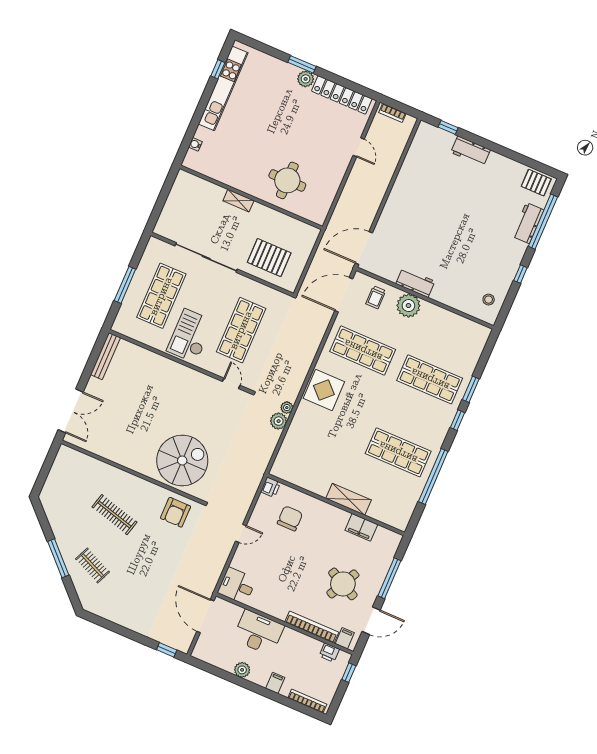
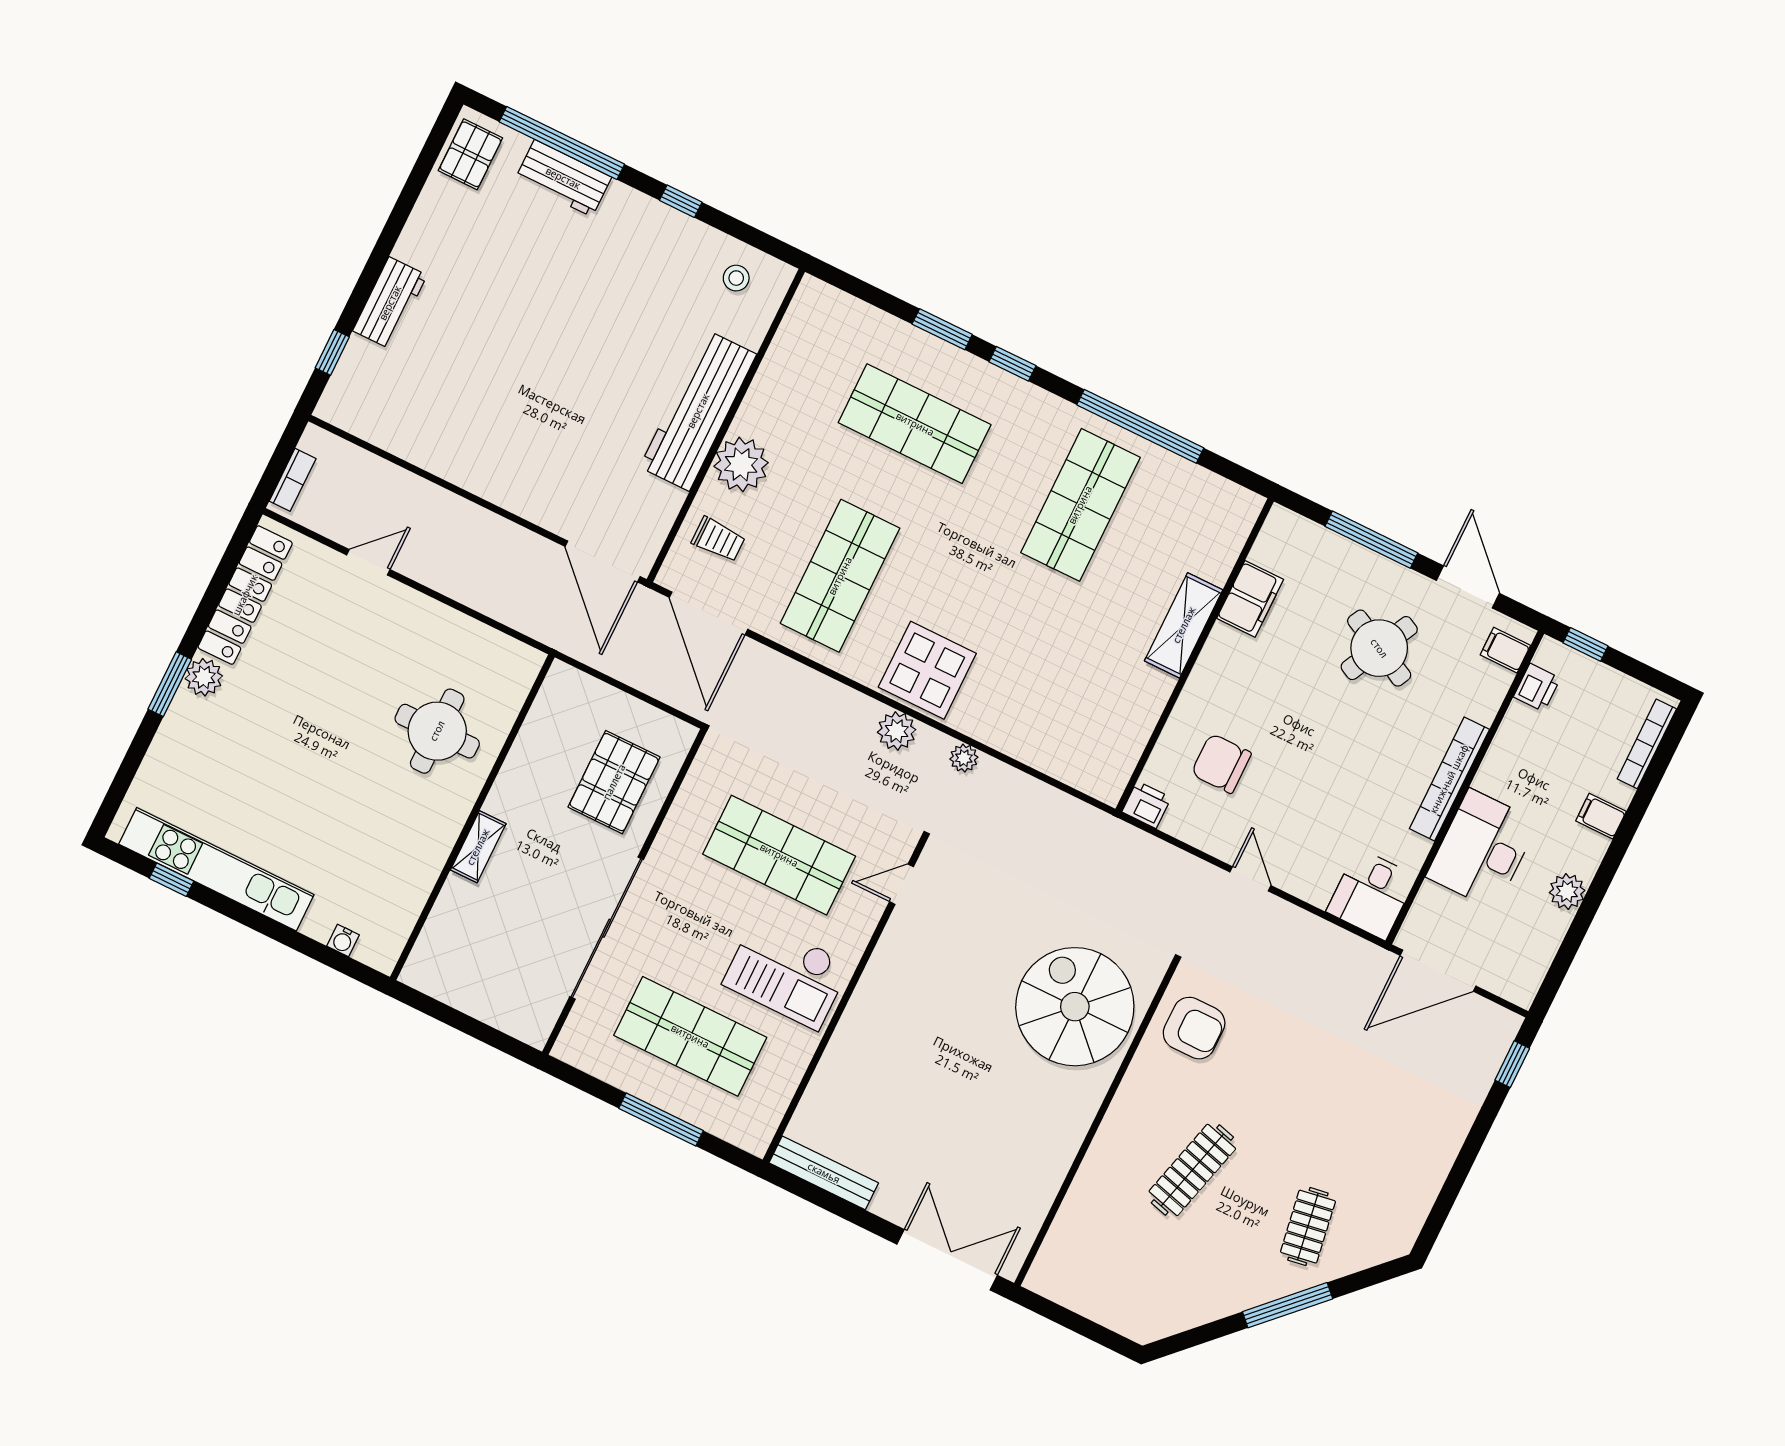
workbench: (415, 283) -> (698, 411), width x1.88, depth x1.32
shop shelf: (430, 379) -> (915, 424), turned 90
plant: (279, 421) -> (897, 731), moved
clothes rail: (93, 565) -> (1308, 1227), turned -33
bookcase: (312, 627) -> (1449, 779), moved

